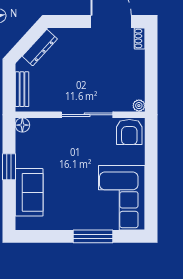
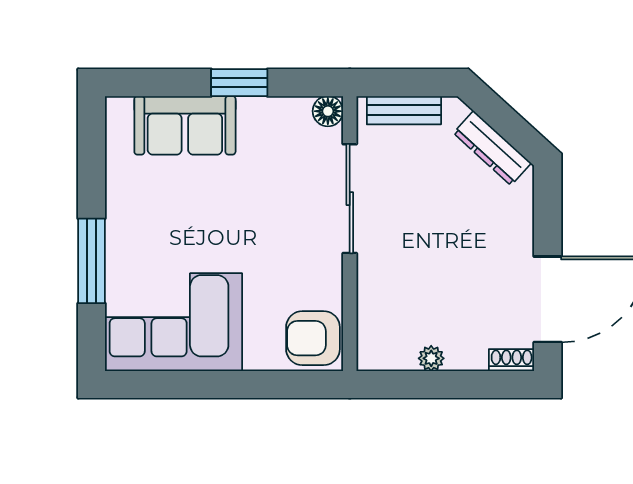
plant: (139, 106) -> (431, 358), moved
sliding door: (87, 115) -> (350, 199), moved

